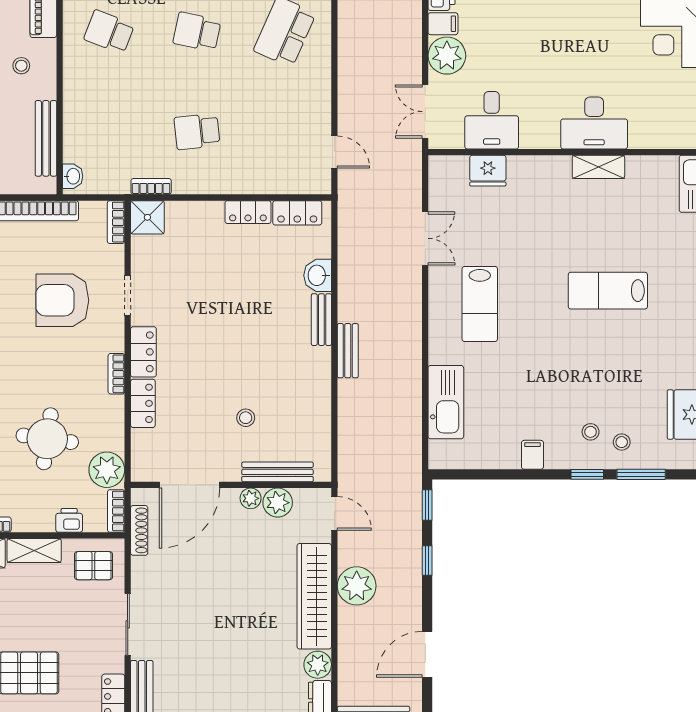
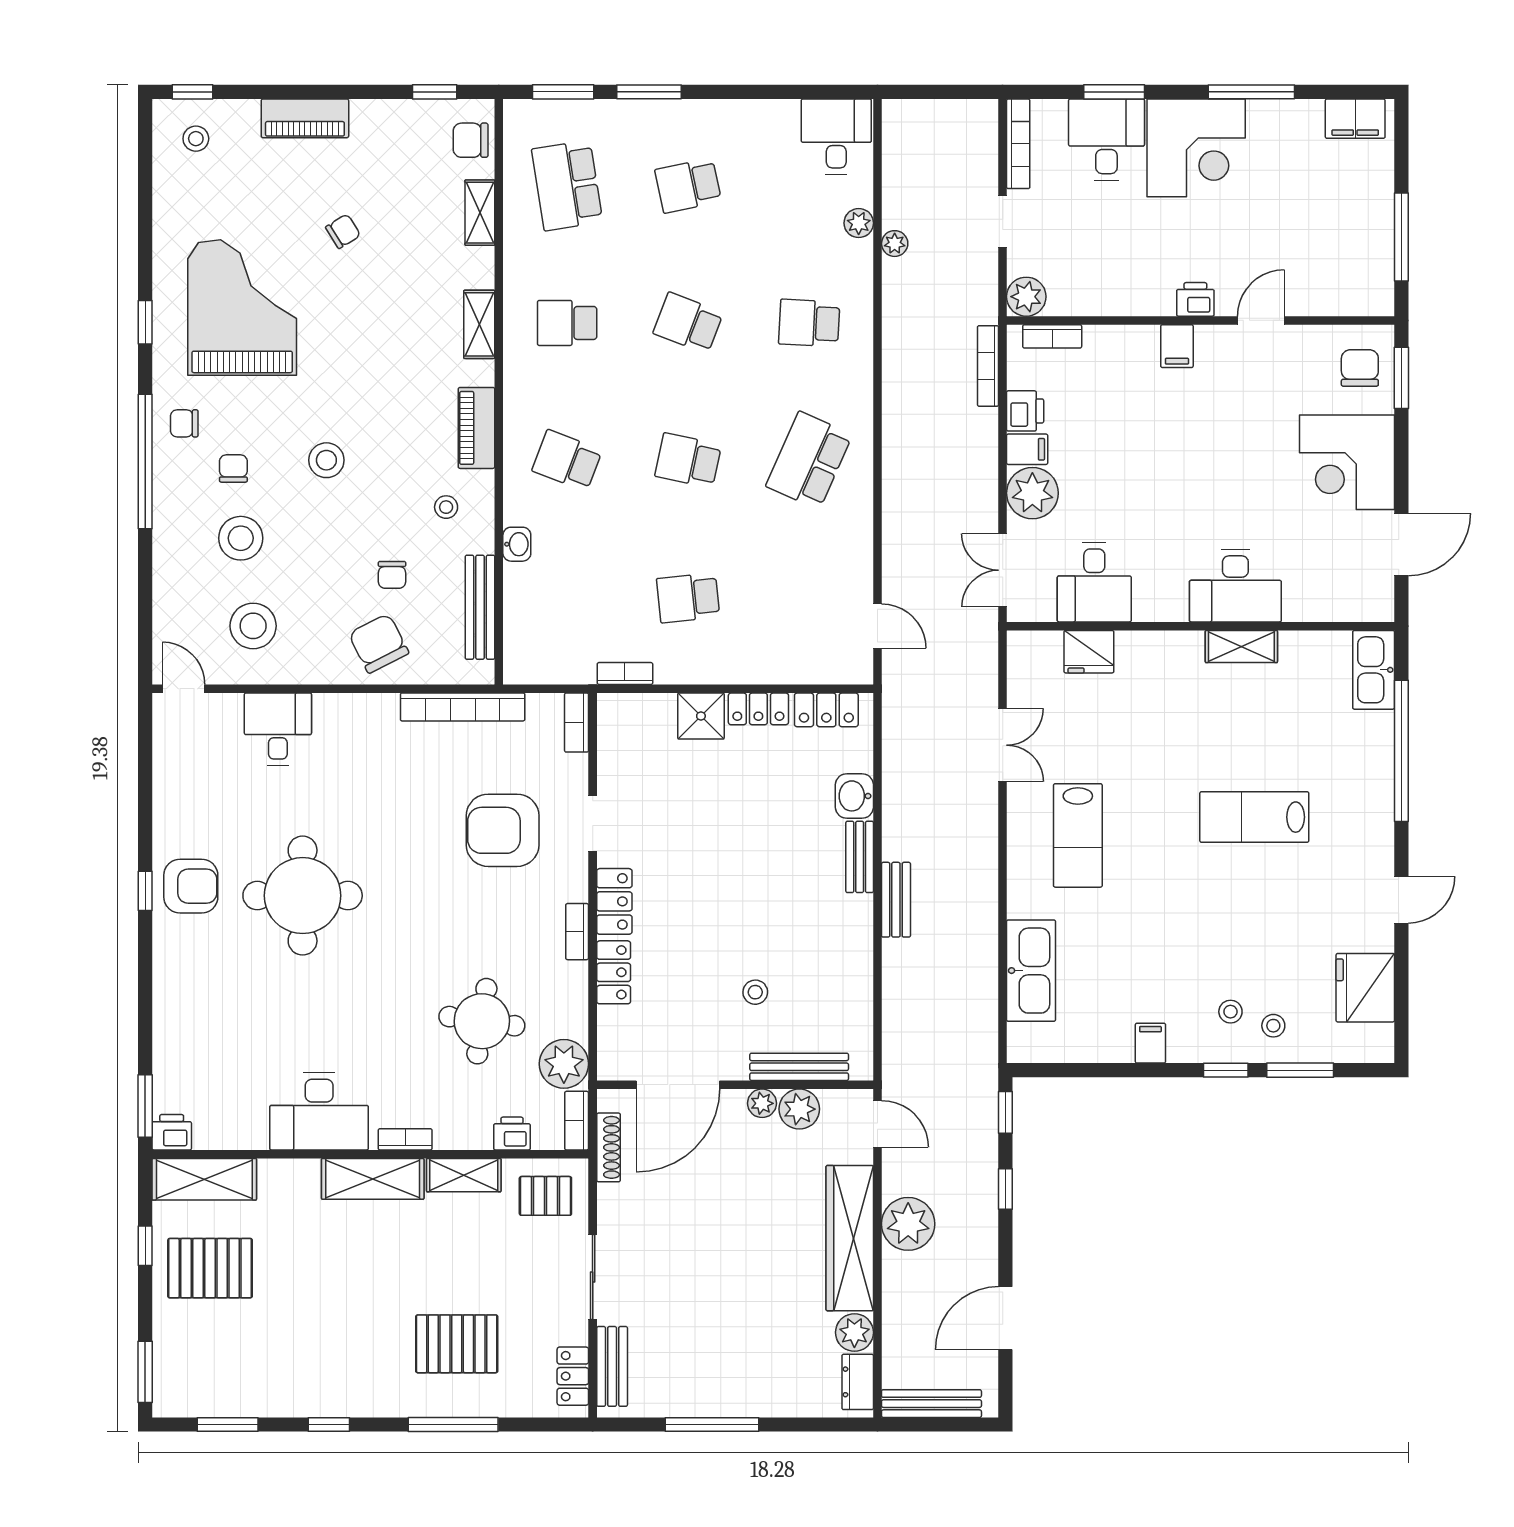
washbasin: (73, 176) -> (517, 544), moved
shower: (147, 217) -> (701, 716), moved

